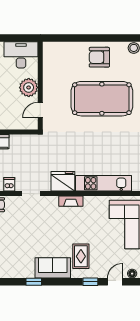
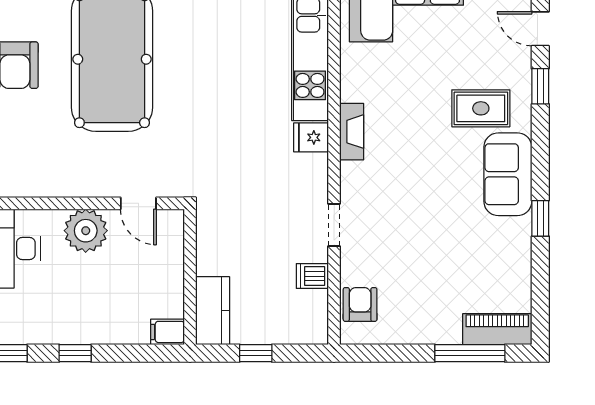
fridge: (63, 181) -> (311, 137), width x0.53, depth x0.75

